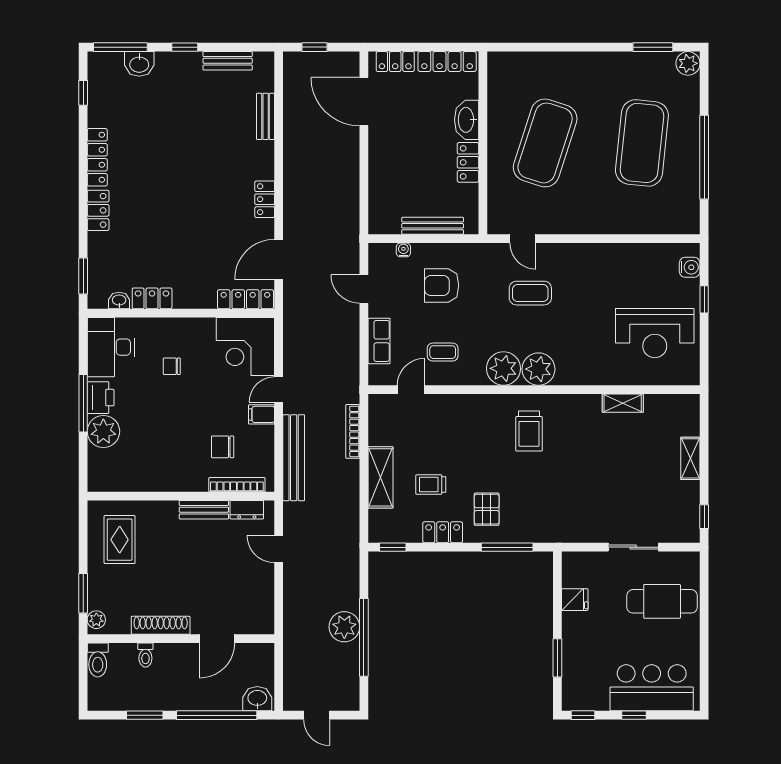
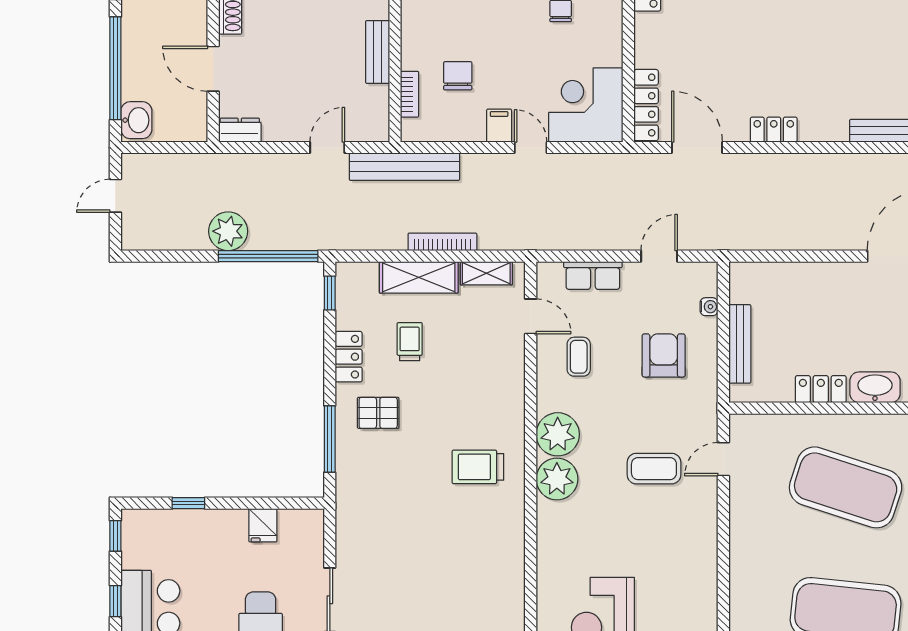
coffee table: (530, 293) -> (654, 469), turned 90
shelving: (623, 403) -> (486, 273), moved, turned 90
bookcase: (353, 431) -> (442, 242), moved
bench: (294, 458) -> (404, 167), moved
bookcase: (237, 485) -> (410, 94), width x0.64
dresser: (247, 510) -> (240, 130), moved, turned 90
window: (364, 637) -> (268, 256), moved
window: (557, 658) -> (188, 503), width x0.67

